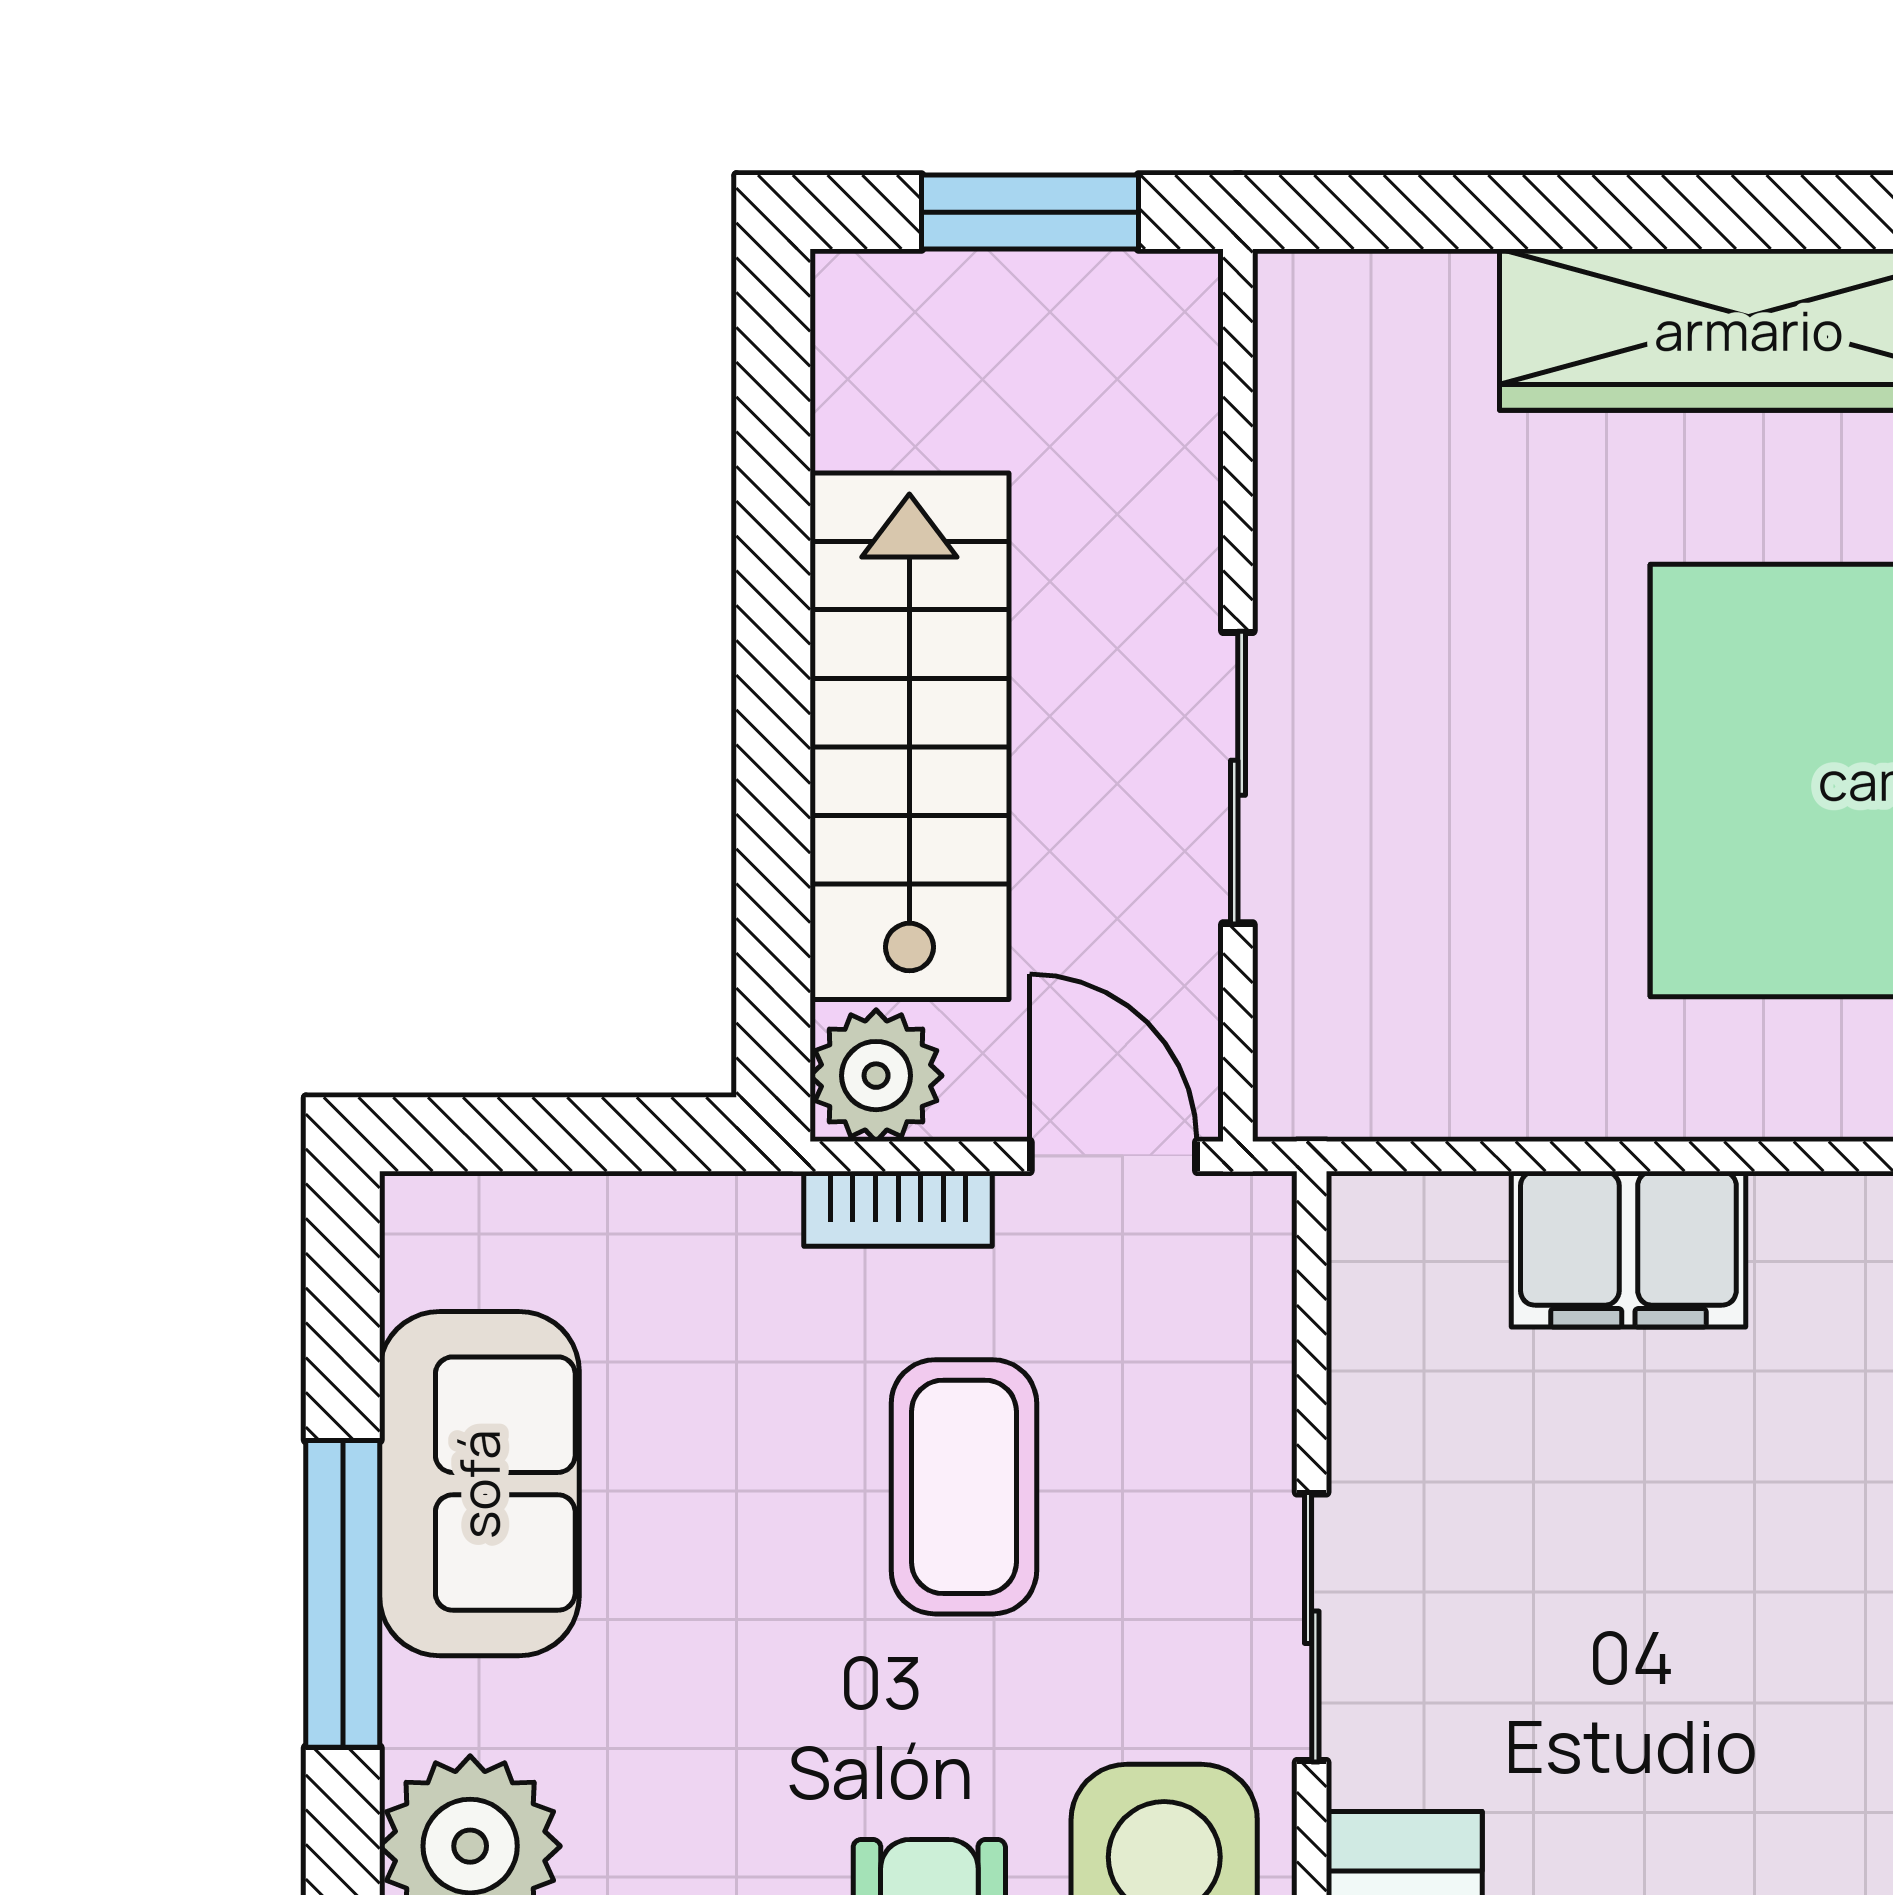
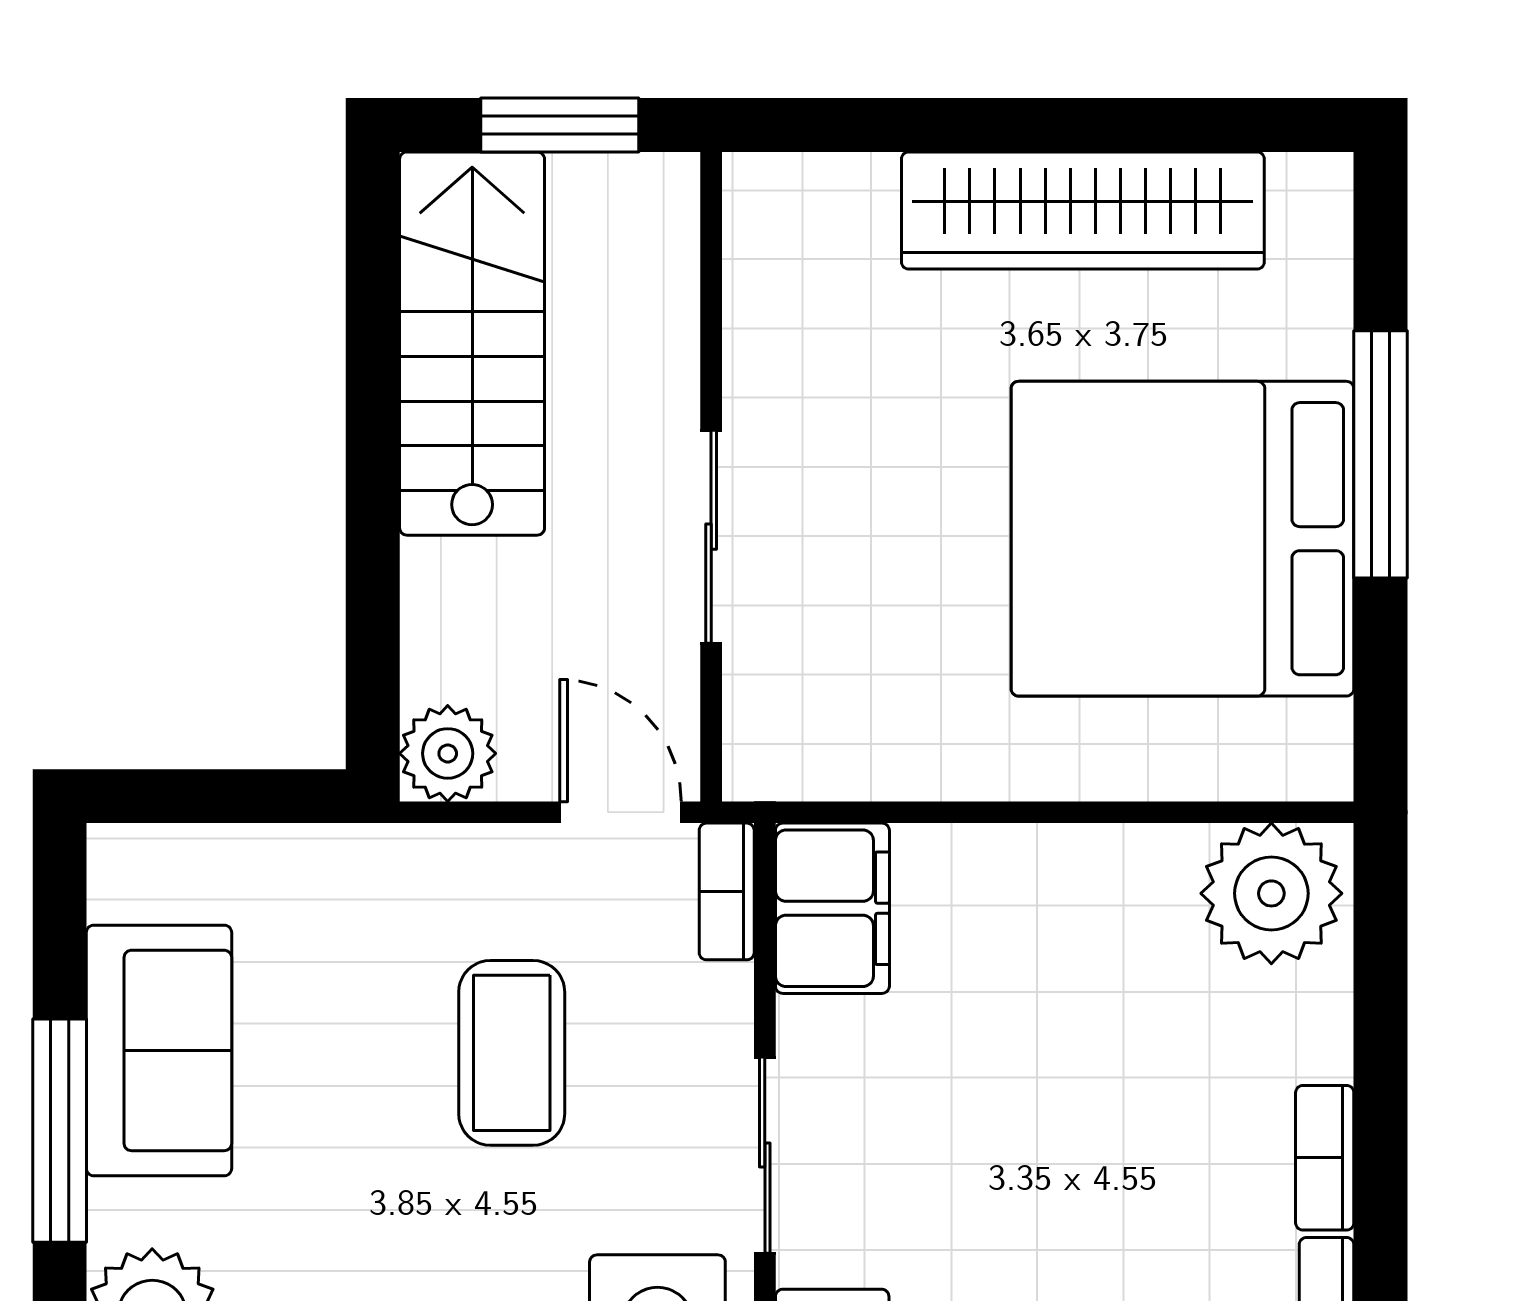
stairs: (909, 736) -> (472, 344), moved
bookcase: (898, 1209) -> (727, 891), moved, turned 90
filing cabinet: (1628, 1249) -> (832, 908), moved, turned -90

